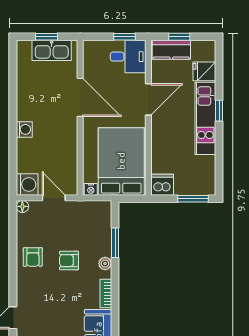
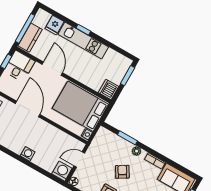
window: (179, 37) -> (25, 28), width x2.17
door: (80, 97) -> (28, 109), hinge flipped
armchair: (69, 261) -> (122, 172), turned 149

